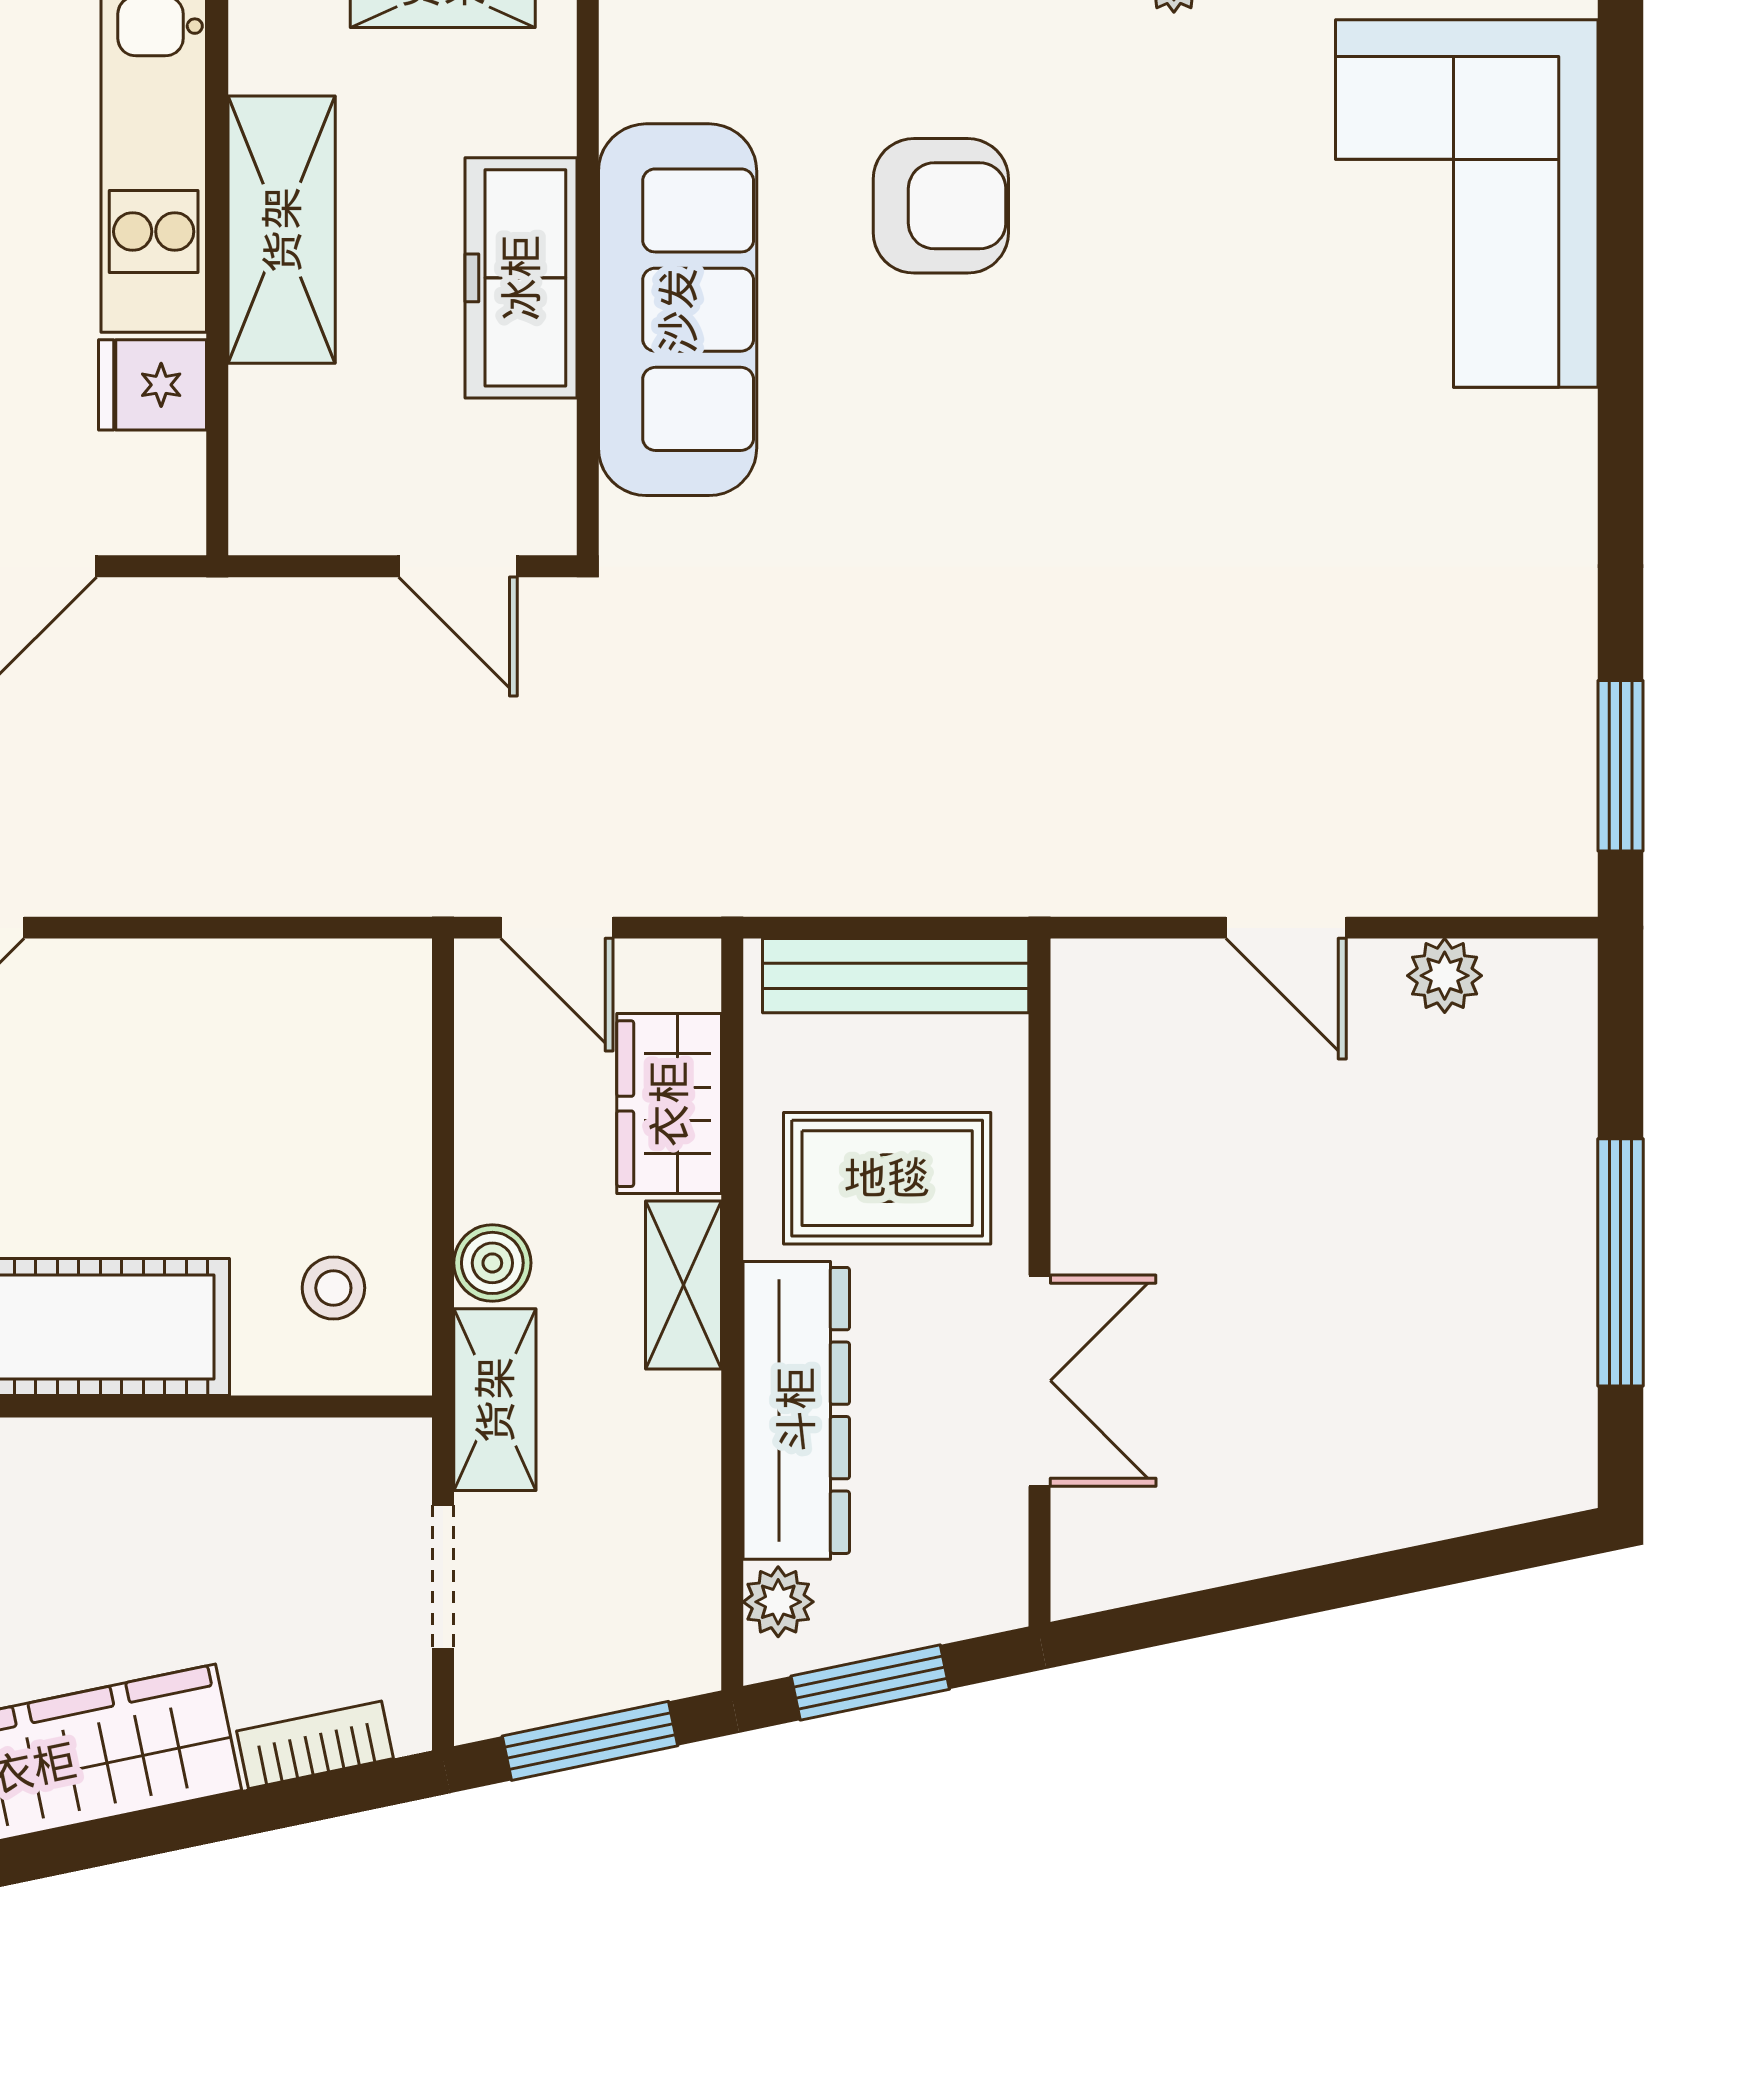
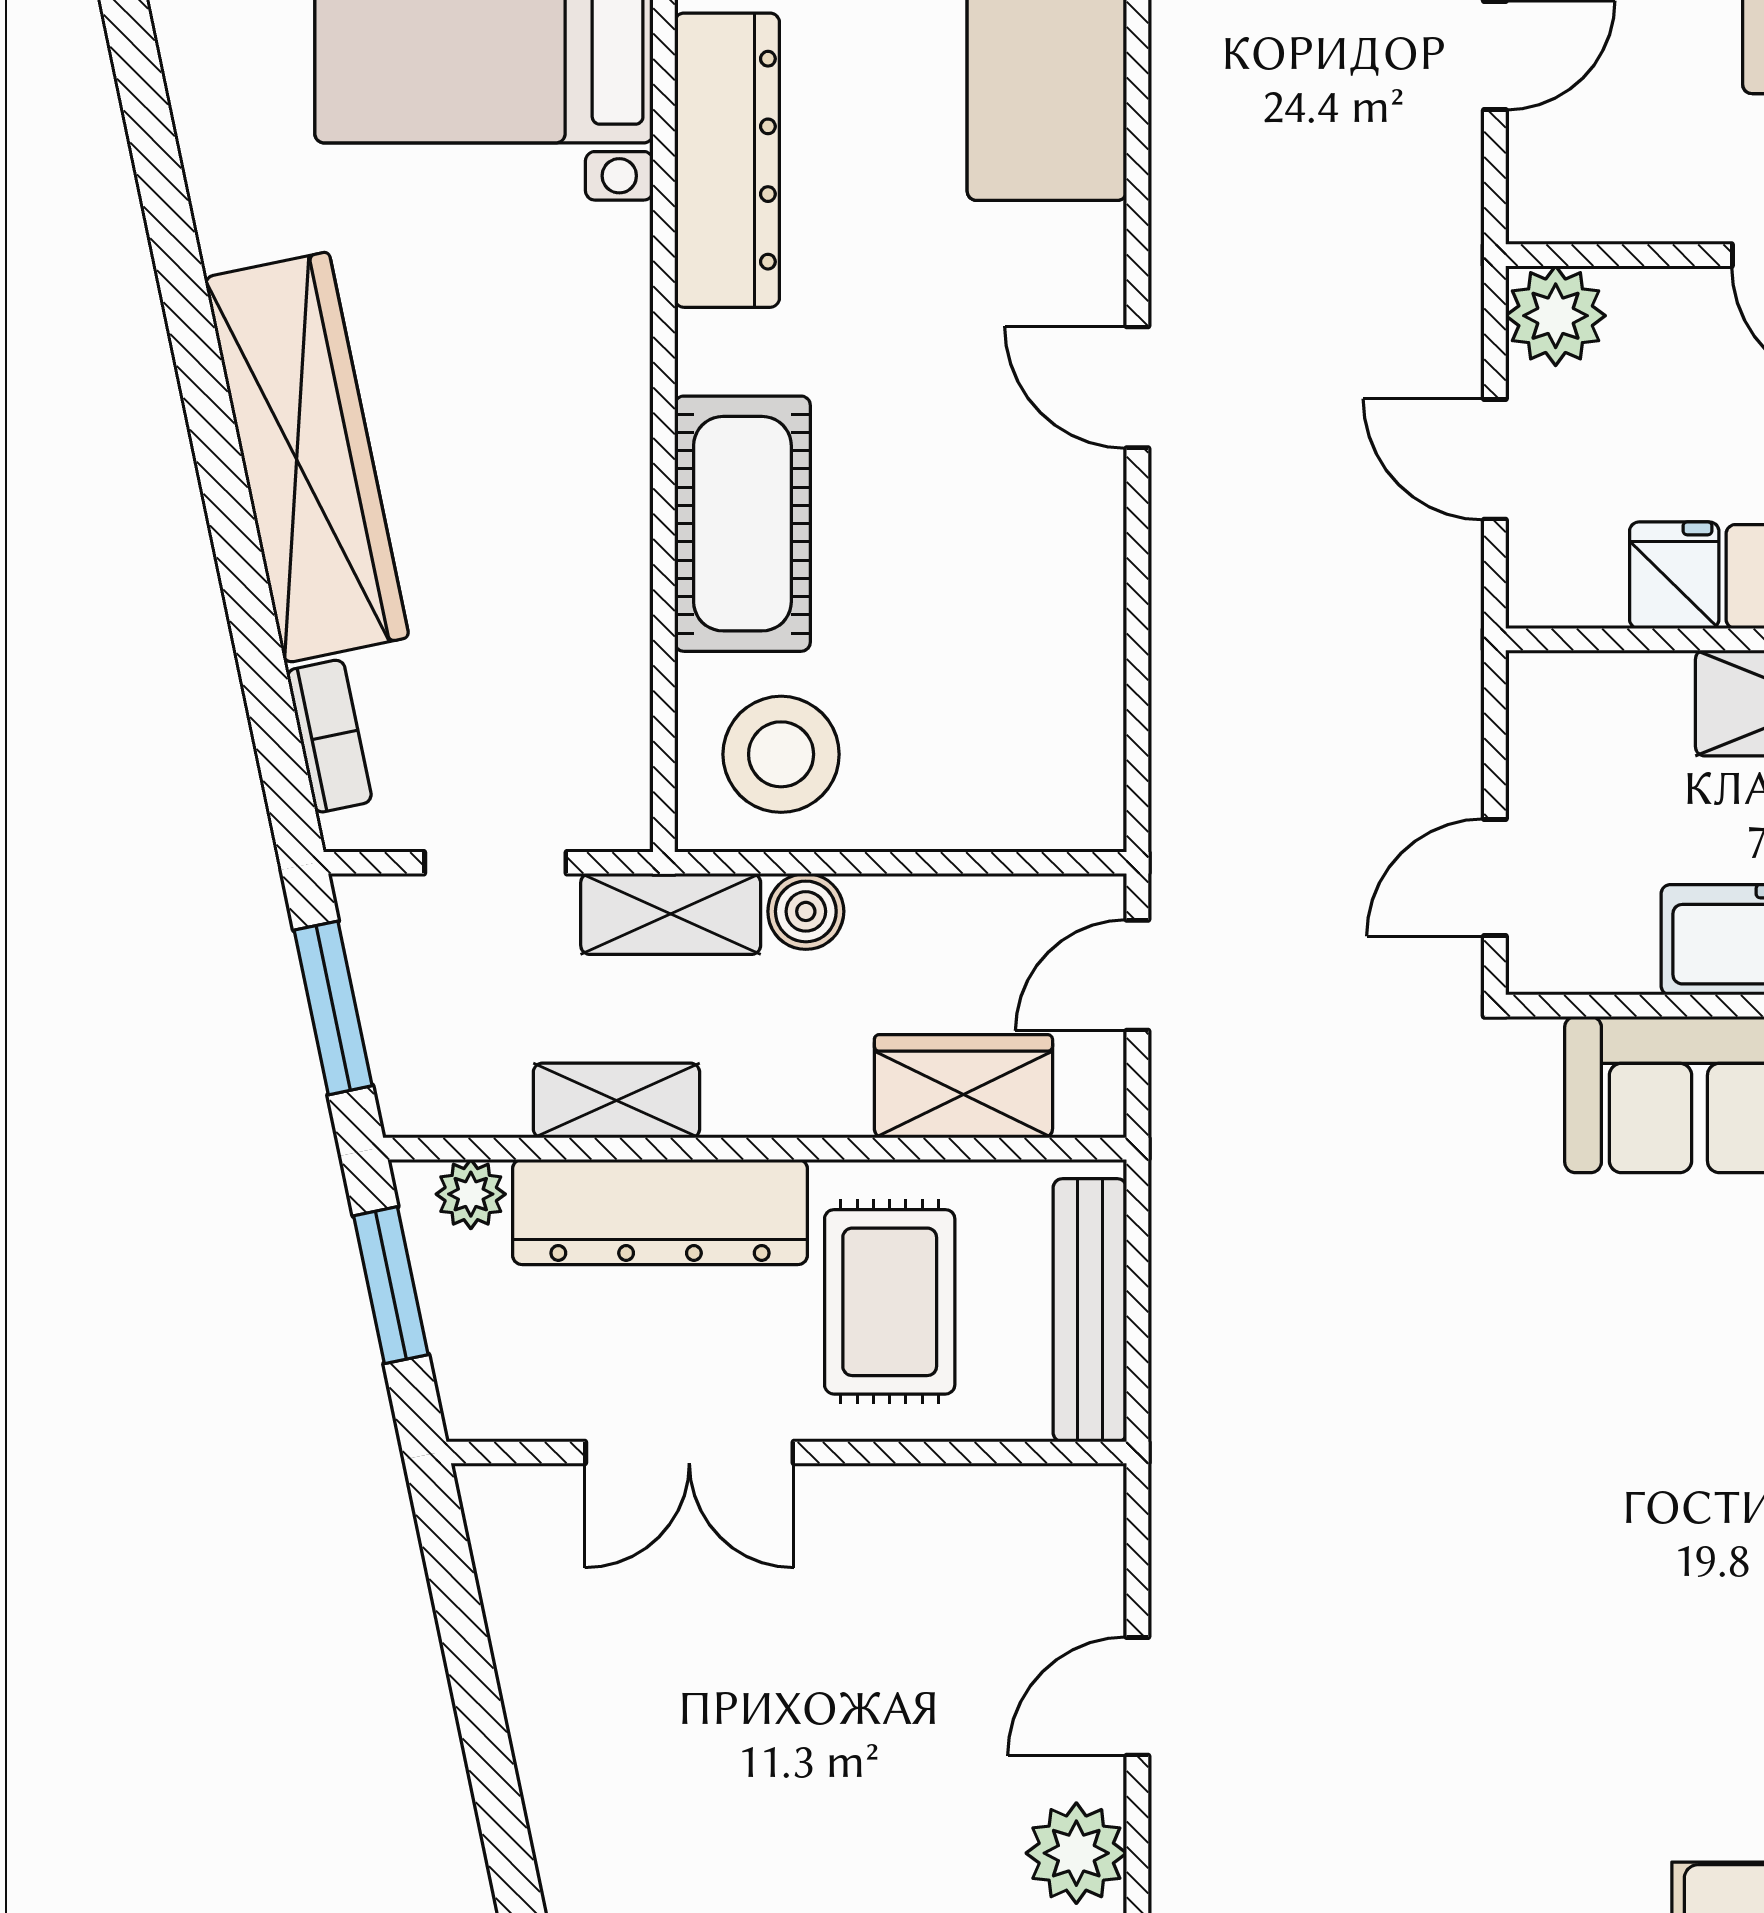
plant: (1445, 976) -> (1076, 1853), width x1.38, depth x1.38
shelving: (684, 1285) -> (616, 1101), moved
stool: (333, 1288) -> (781, 754), width x1.89, depth x1.89

